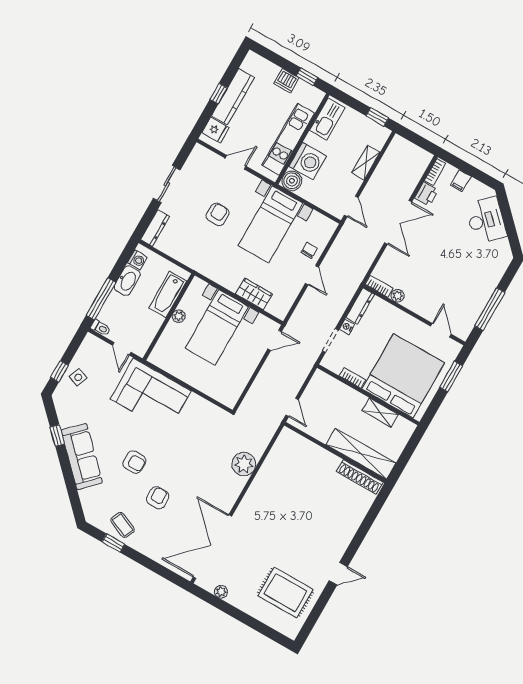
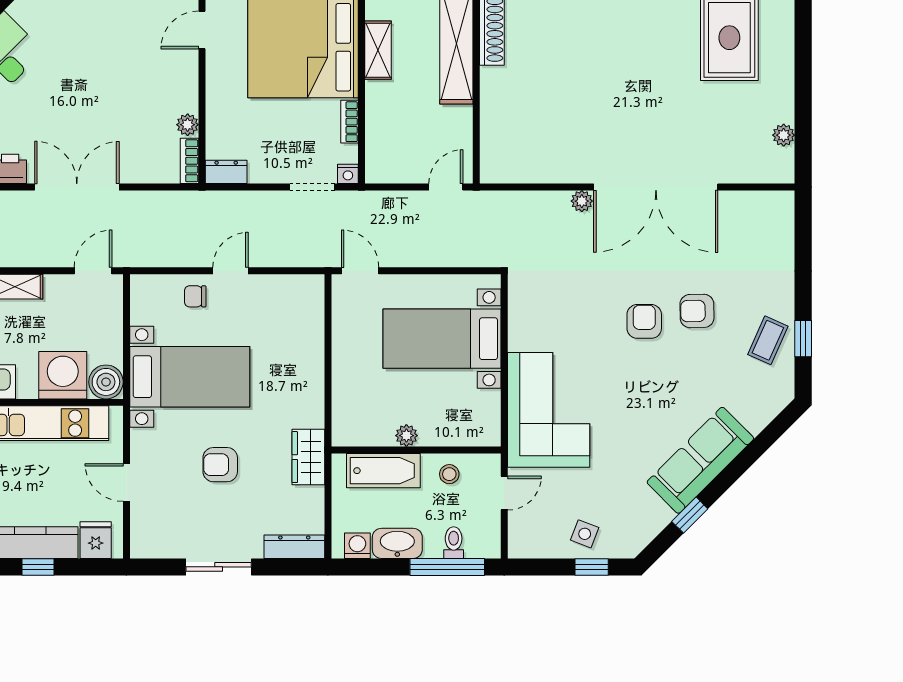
wardrobe: (254, 294) -> (308, 457), moved
dresser: (360, 306) -> (226, 172), width x0.70
stool: (147, 327) -> (449, 474), added
bed with nightstands: (217, 327) -> (442, 339), moved, turned 180
nightstand: (347, 327) -> (348, 174), moved
toilet: (101, 328) -> (454, 543), moved
armchair: (134, 462) -> (644, 321), moved
plant: (244, 464) -> (582, 201), width x0.53, depth x0.53
double door: (212, 547) -> (656, 187), moved

